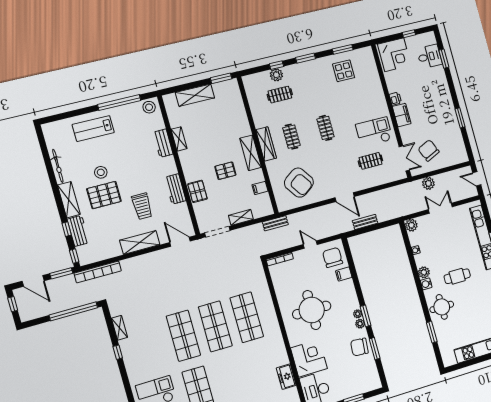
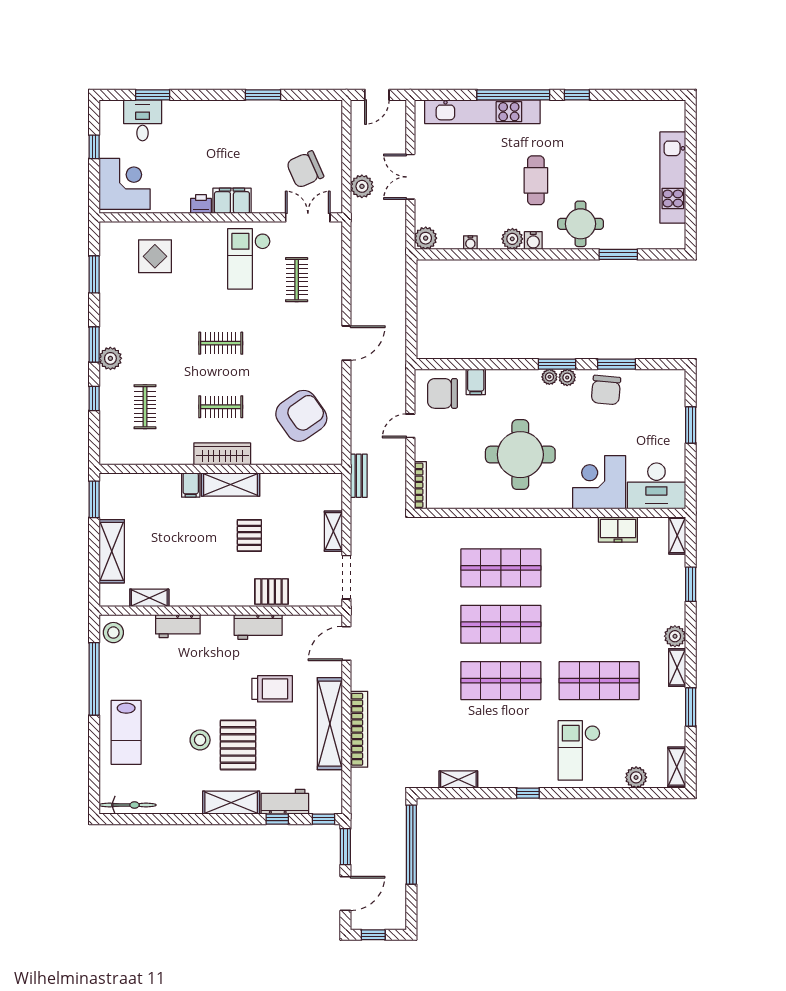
display table: (344, 71) -> (155, 256), moved
plant: (276, 75) -> (110, 358), moved
shelving: (179, 139) -> (149, 598), moved
bicycle: (58, 166) -> (128, 805), moved
filing cabinet: (260, 188) -> (191, 485), moved
bench: (365, 222) -> (398, 319), removed
shelving: (140, 242) -> (330, 724), width x1.47
bookcase: (98, 272) -> (359, 729), moved
window: (118, 352) -> (528, 793), moved

